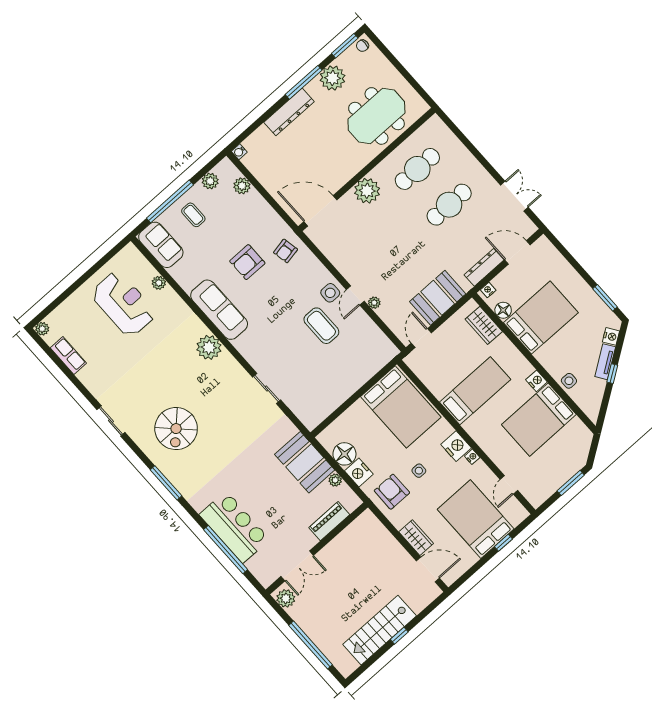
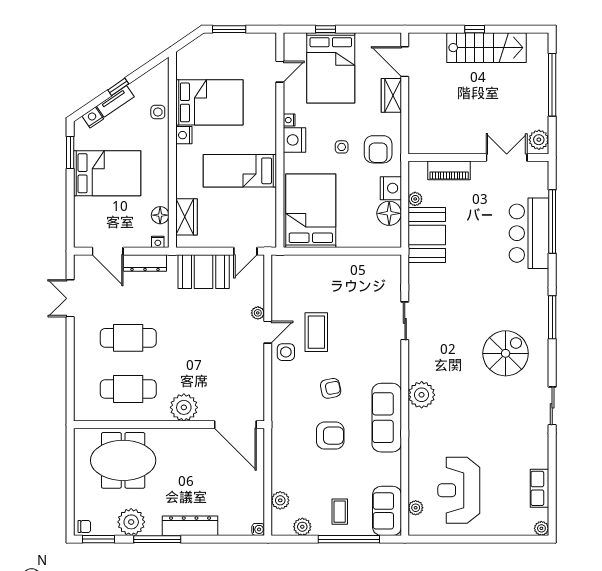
armchair: (285, 251) -> (331, 388), moved
plant: (159, 283) -> (416, 508), moved
bed: (541, 318) -> (107, 173), moved, turned 180

